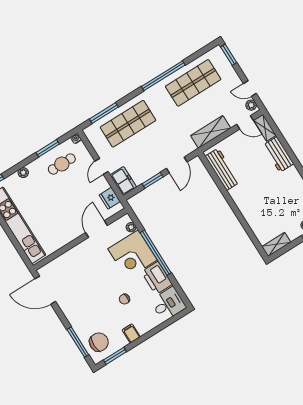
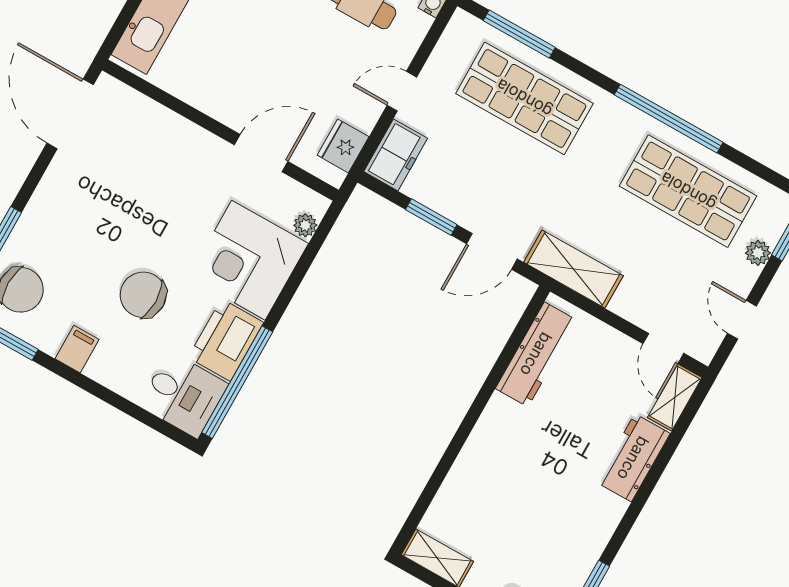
plant: (251, 105) -> (758, 253), moved
shelving: (211, 132) -> (574, 269), moved
window: (156, 253) -> (237, 382), moved
chair: (124, 299) -> (143, 295), width x1.87, depth x1.87

